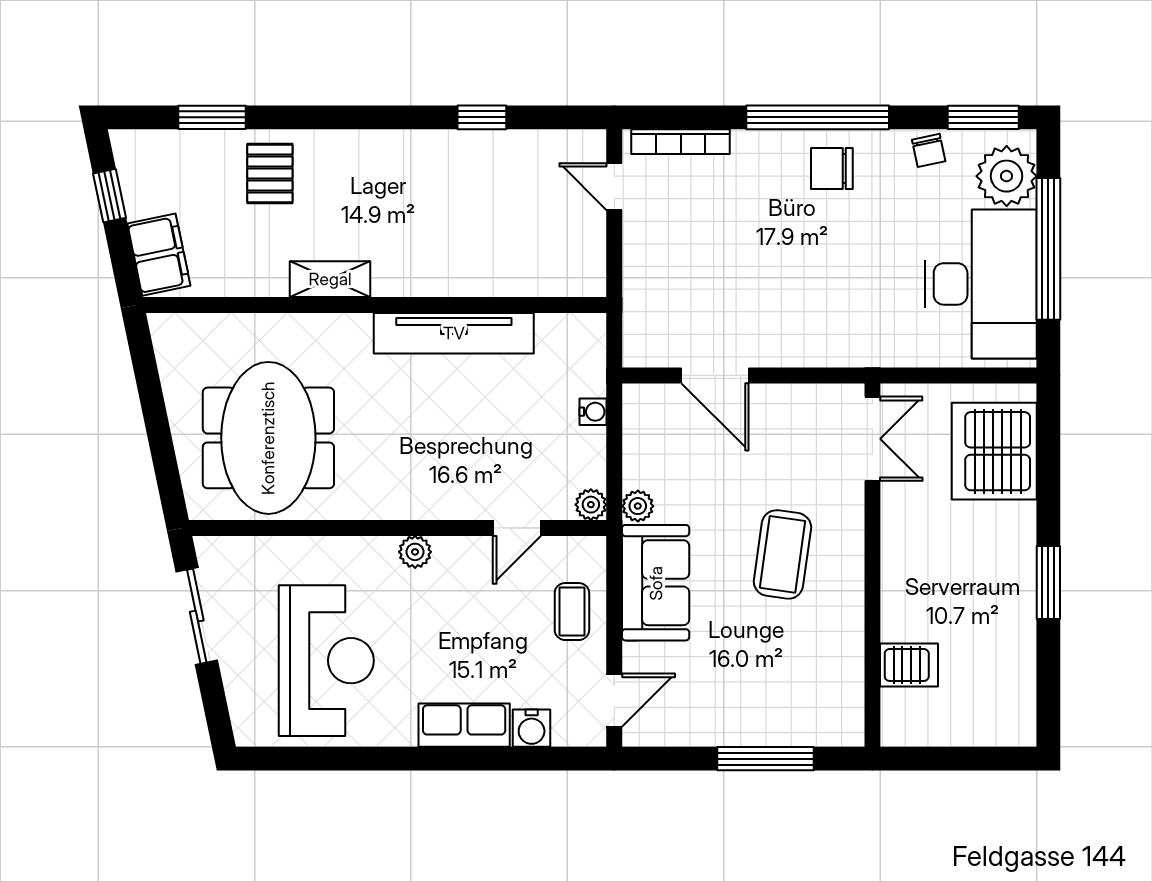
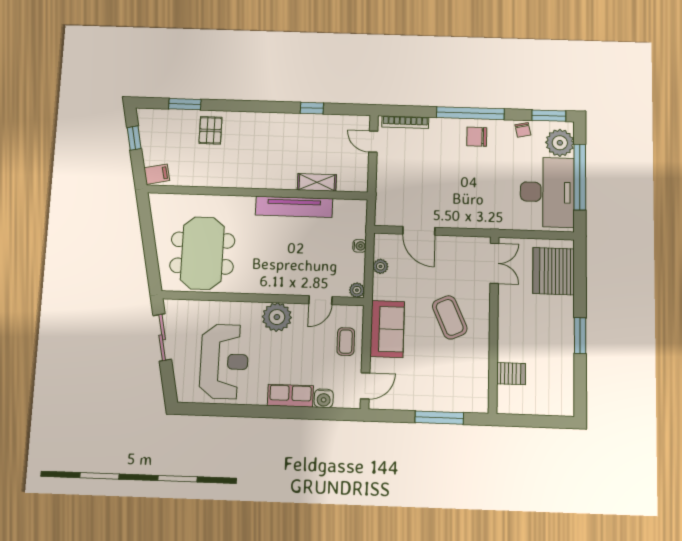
filing cabinet: (159, 255) -> (157, 174), width x0.50
shelving: (330, 279) -> (317, 182), moved
plant: (638, 506) -> (380, 266), moved
plant: (415, 552) -> (277, 317), width x1.87, depth x1.87
coffee table: (782, 554) -> (450, 317), turned -32

